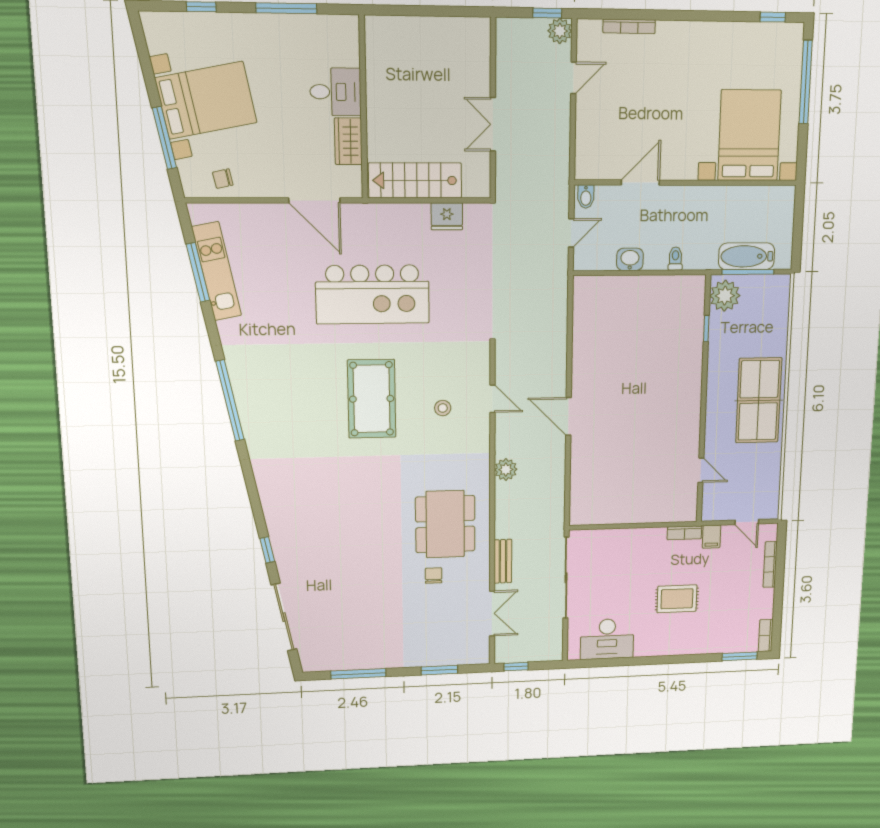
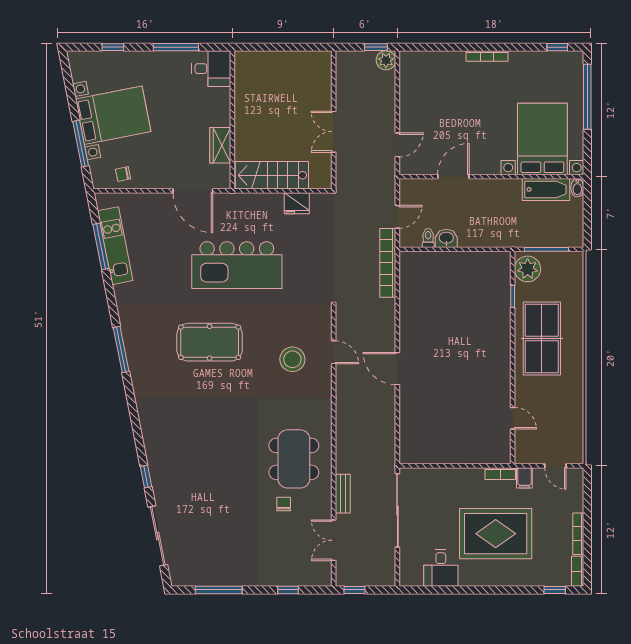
bookcase: (629, 26) -> (487, 56), moved
door: (574, 78) -> (397, 145), moved
desk: (336, 92) -> (211, 69), moved
bidet: (586, 196) -> (577, 188), moved
bathtub: (747, 256) -> (546, 189), moved, turned 180
toilet: (675, 259) -> (428, 238), moved
bookcase: (559, 290) -> (388, 263), added
pool table: (372, 399) -> (210, 342), moved, turned 90
table tennis table: (759, 400) -> (542, 339), moved
window: (230, 401) -> (121, 350), width x0.68
stool: (443, 408) -> (292, 359), width x1.89, depth x1.89
plant: (506, 470) -> (345, 413), removed
bookcase: (770, 564) -> (578, 534), moved
rug: (677, 599) -> (496, 534), width x1.86, depth x2.06
double door: (492, 614) -> (334, 540), swing flipped
desk: (607, 639) -> (441, 568), width x0.73
window: (740, 656) -> (555, 590), width x0.67
window: (439, 670) -> (288, 590), width x0.67

